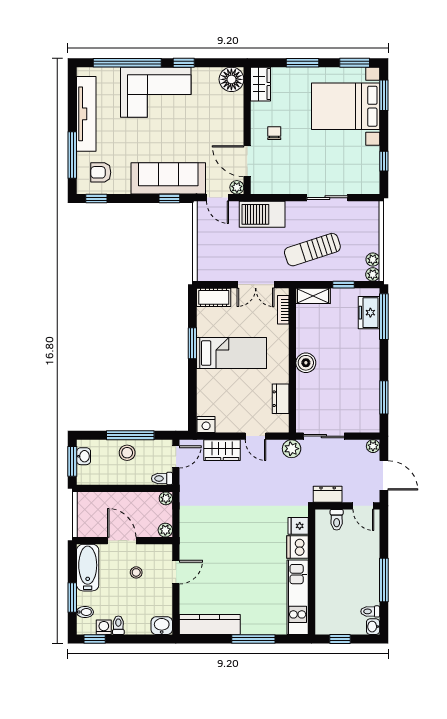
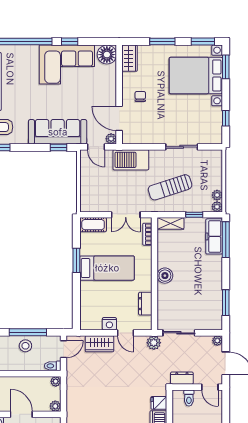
corner sofa: (156, 92) -> (67, 65), moved
freezer: (369, 313) -> (214, 236), width x1.40
nightstand: (206, 425) -> (109, 324), moved

